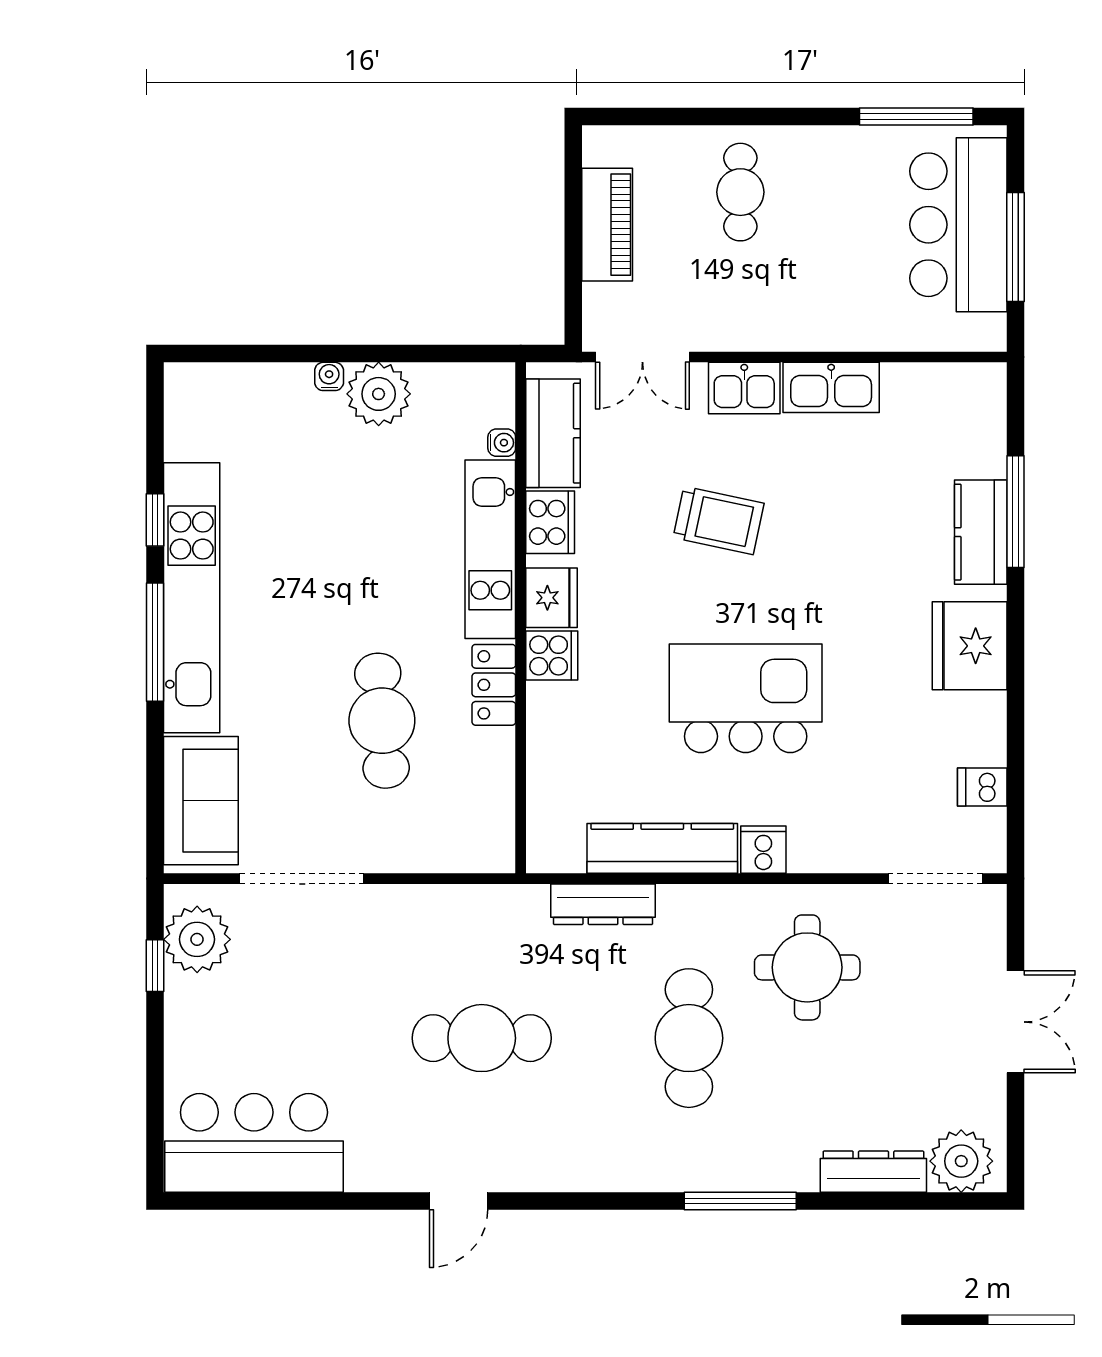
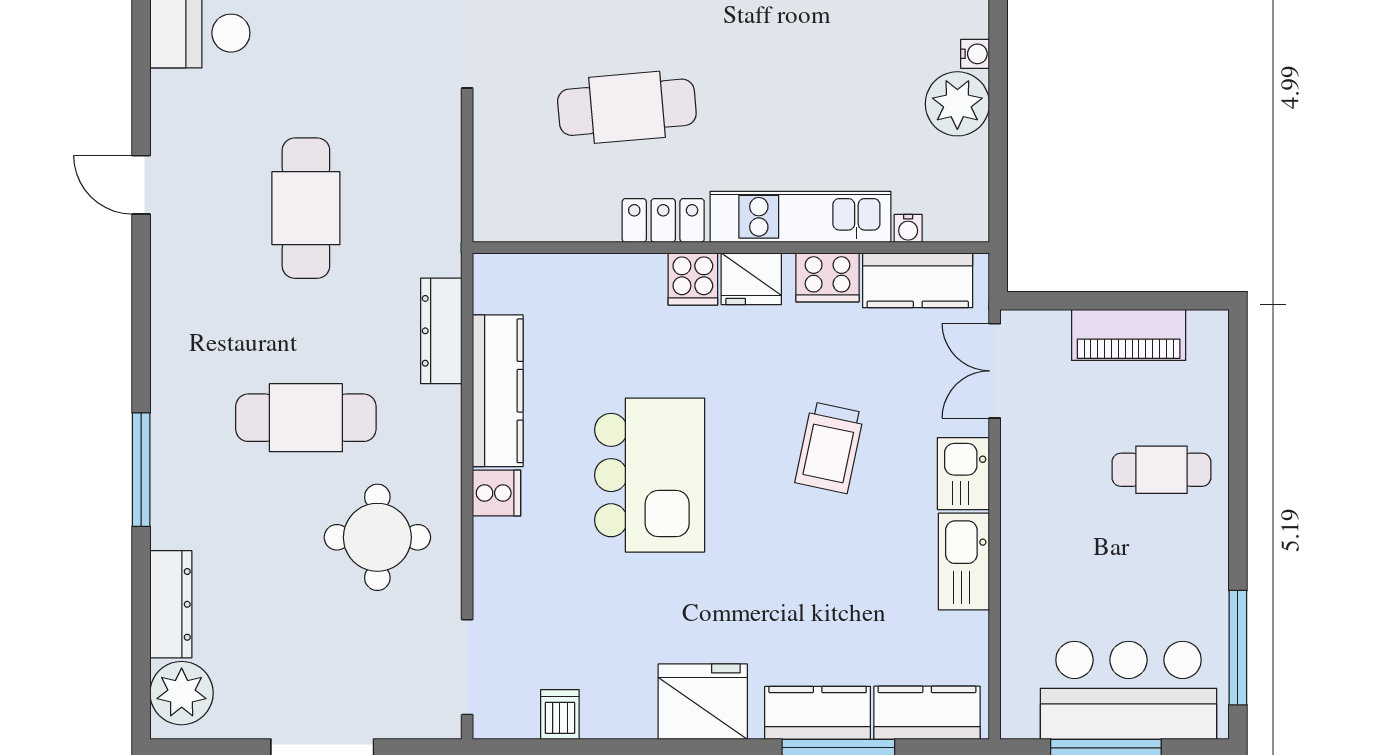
kitchen counter: (981, 424) -> (927, 713), added

